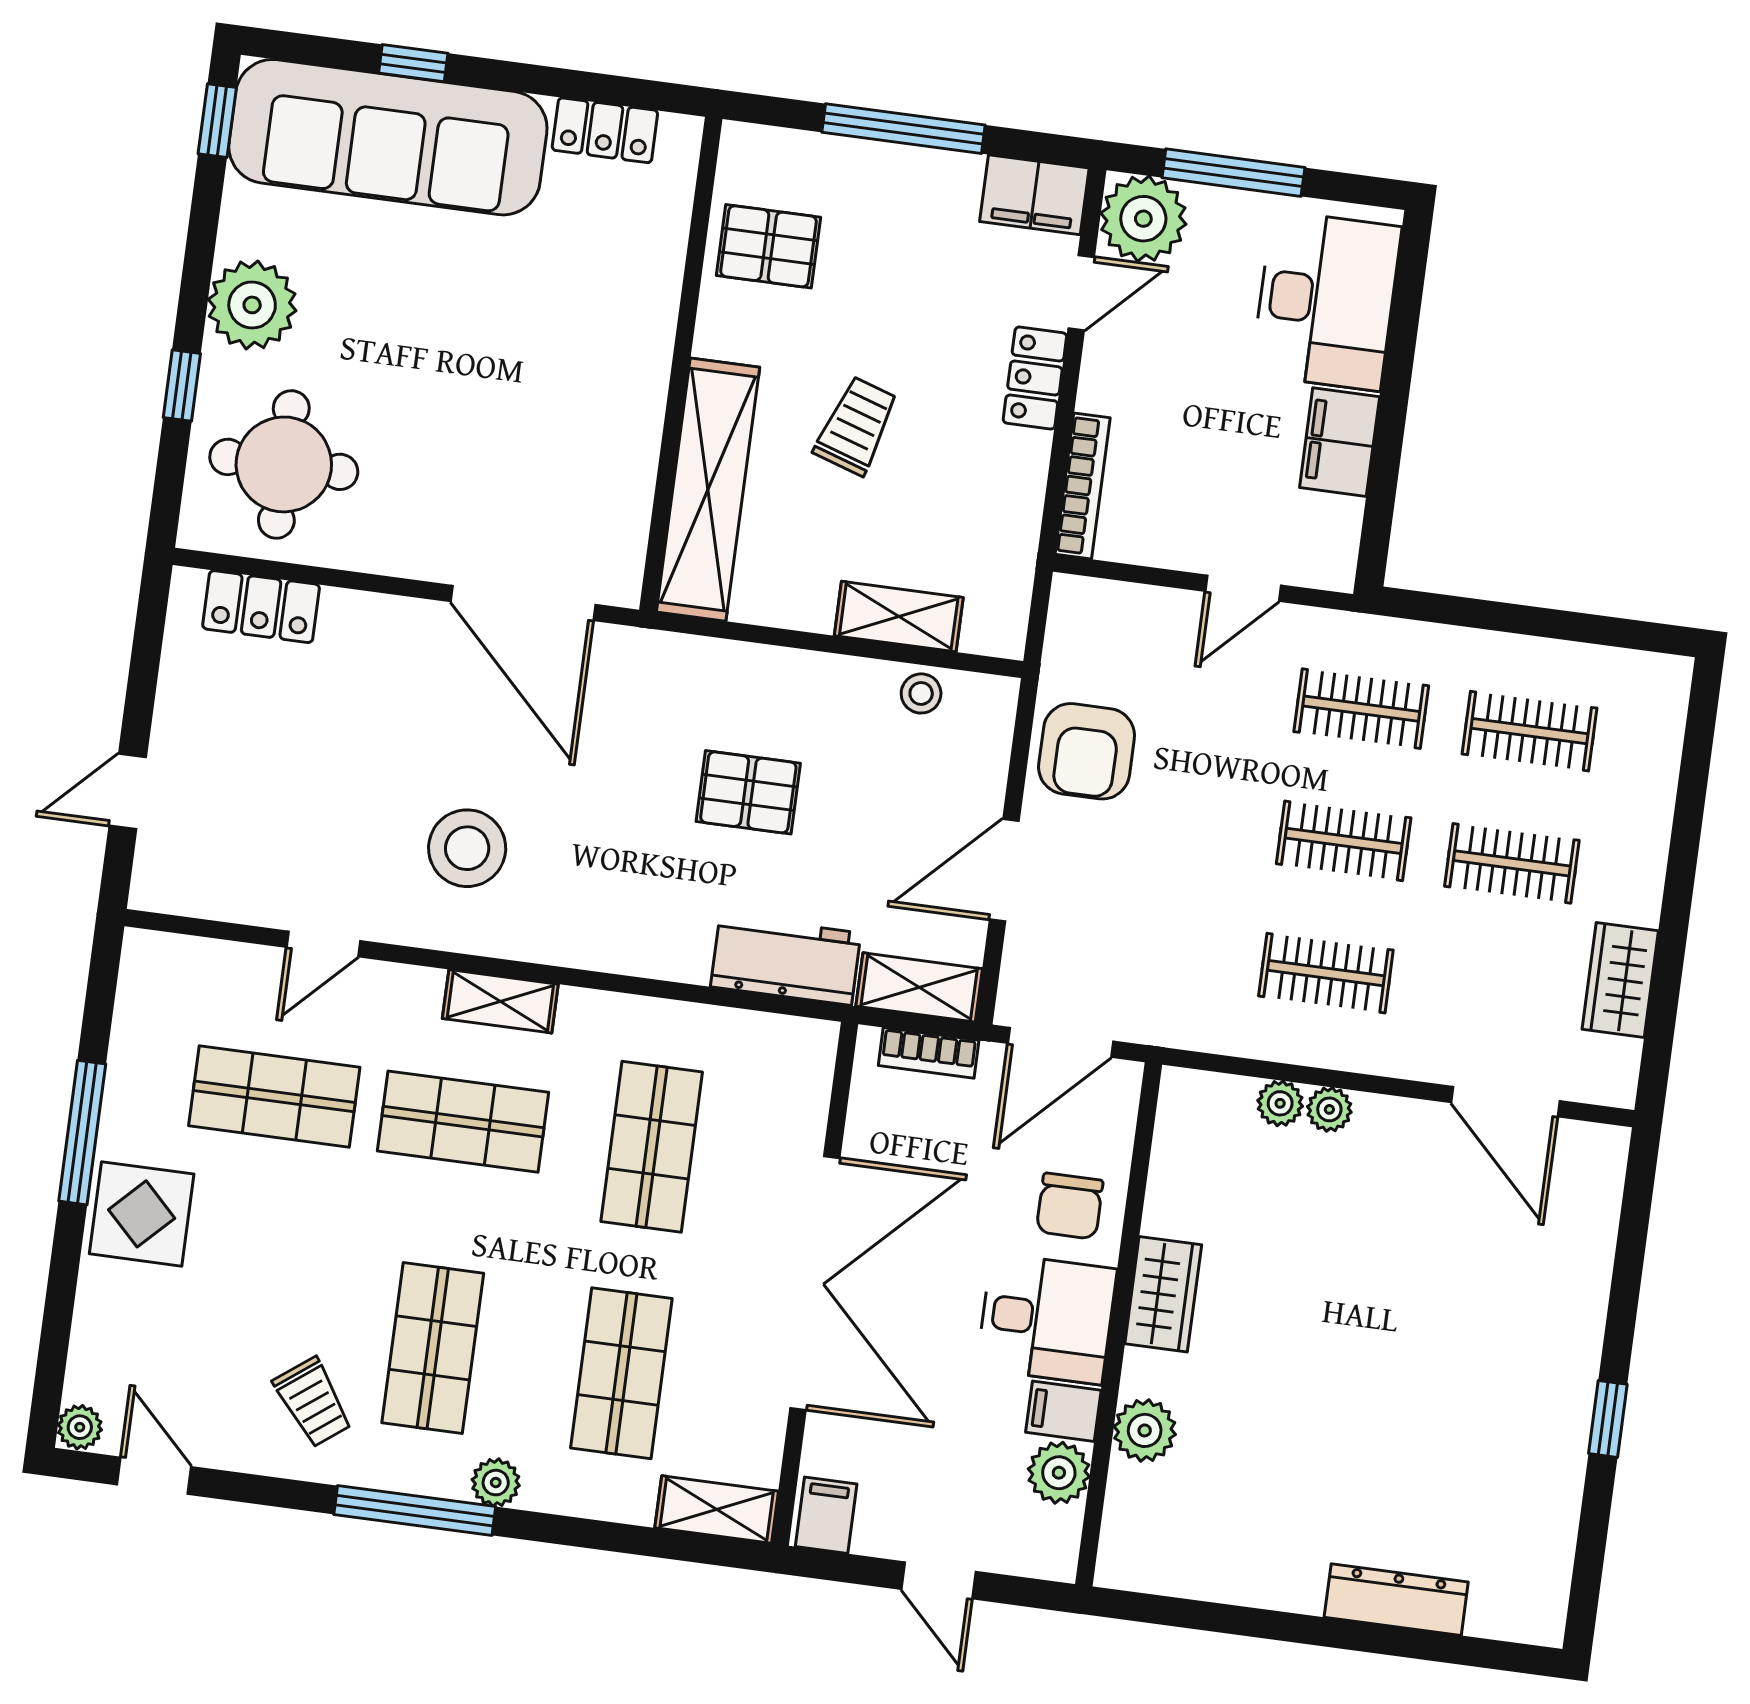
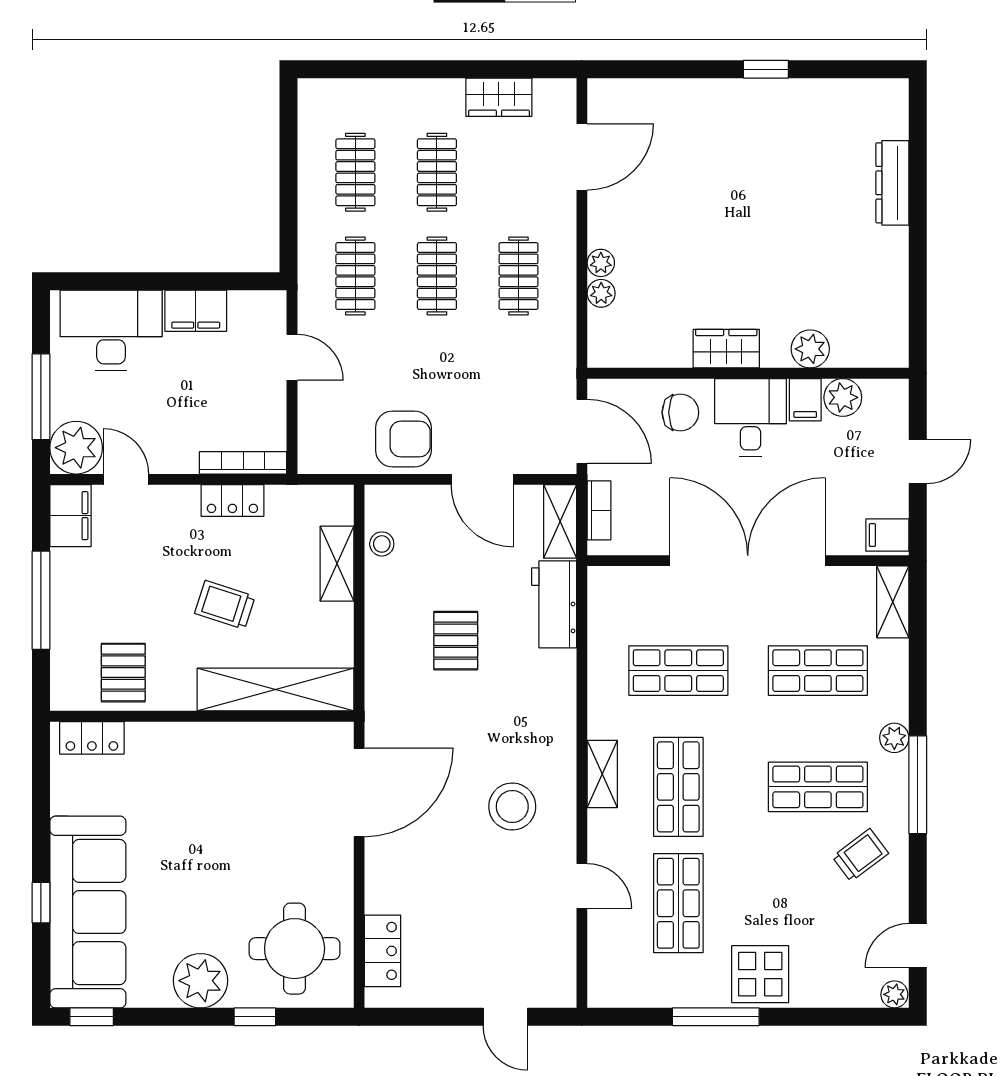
locker: (605, 130) -> (92, 738), moved, turned 90
locker: (1035, 378) -> (232, 500), moved

